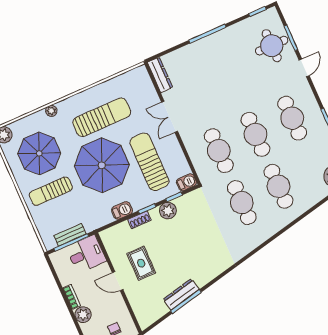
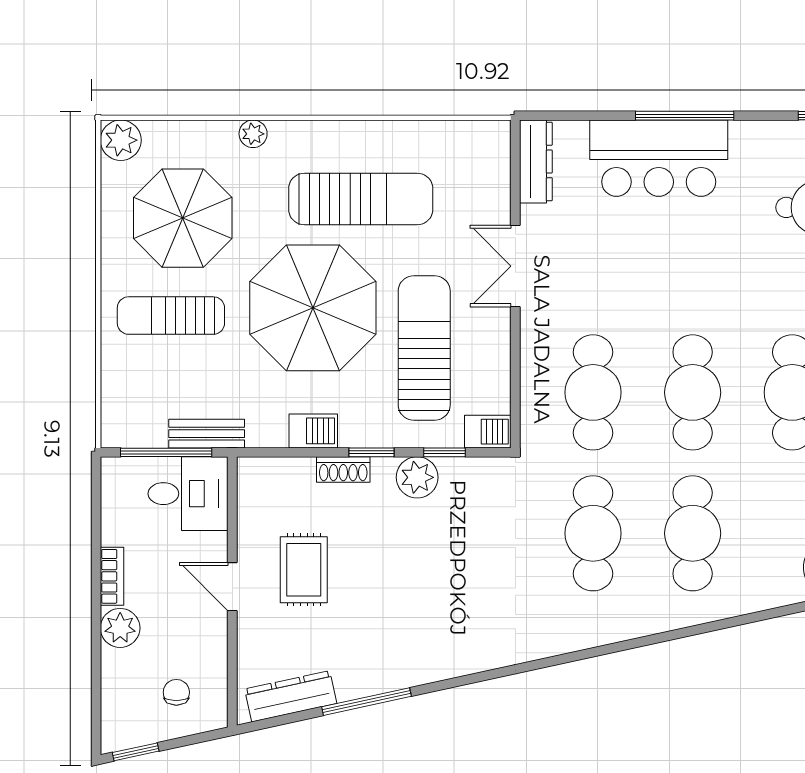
bar counter: (205, 54) -> (659, 158), added
bench: (70, 235) -> (207, 434), moved
dresser: (181, 294) -> (291, 696), moved

